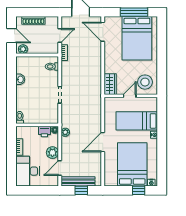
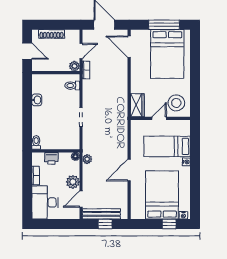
plant: (23, 49) -> (74, 66), moved
printer: (44, 132) -> (51, 158), moved

